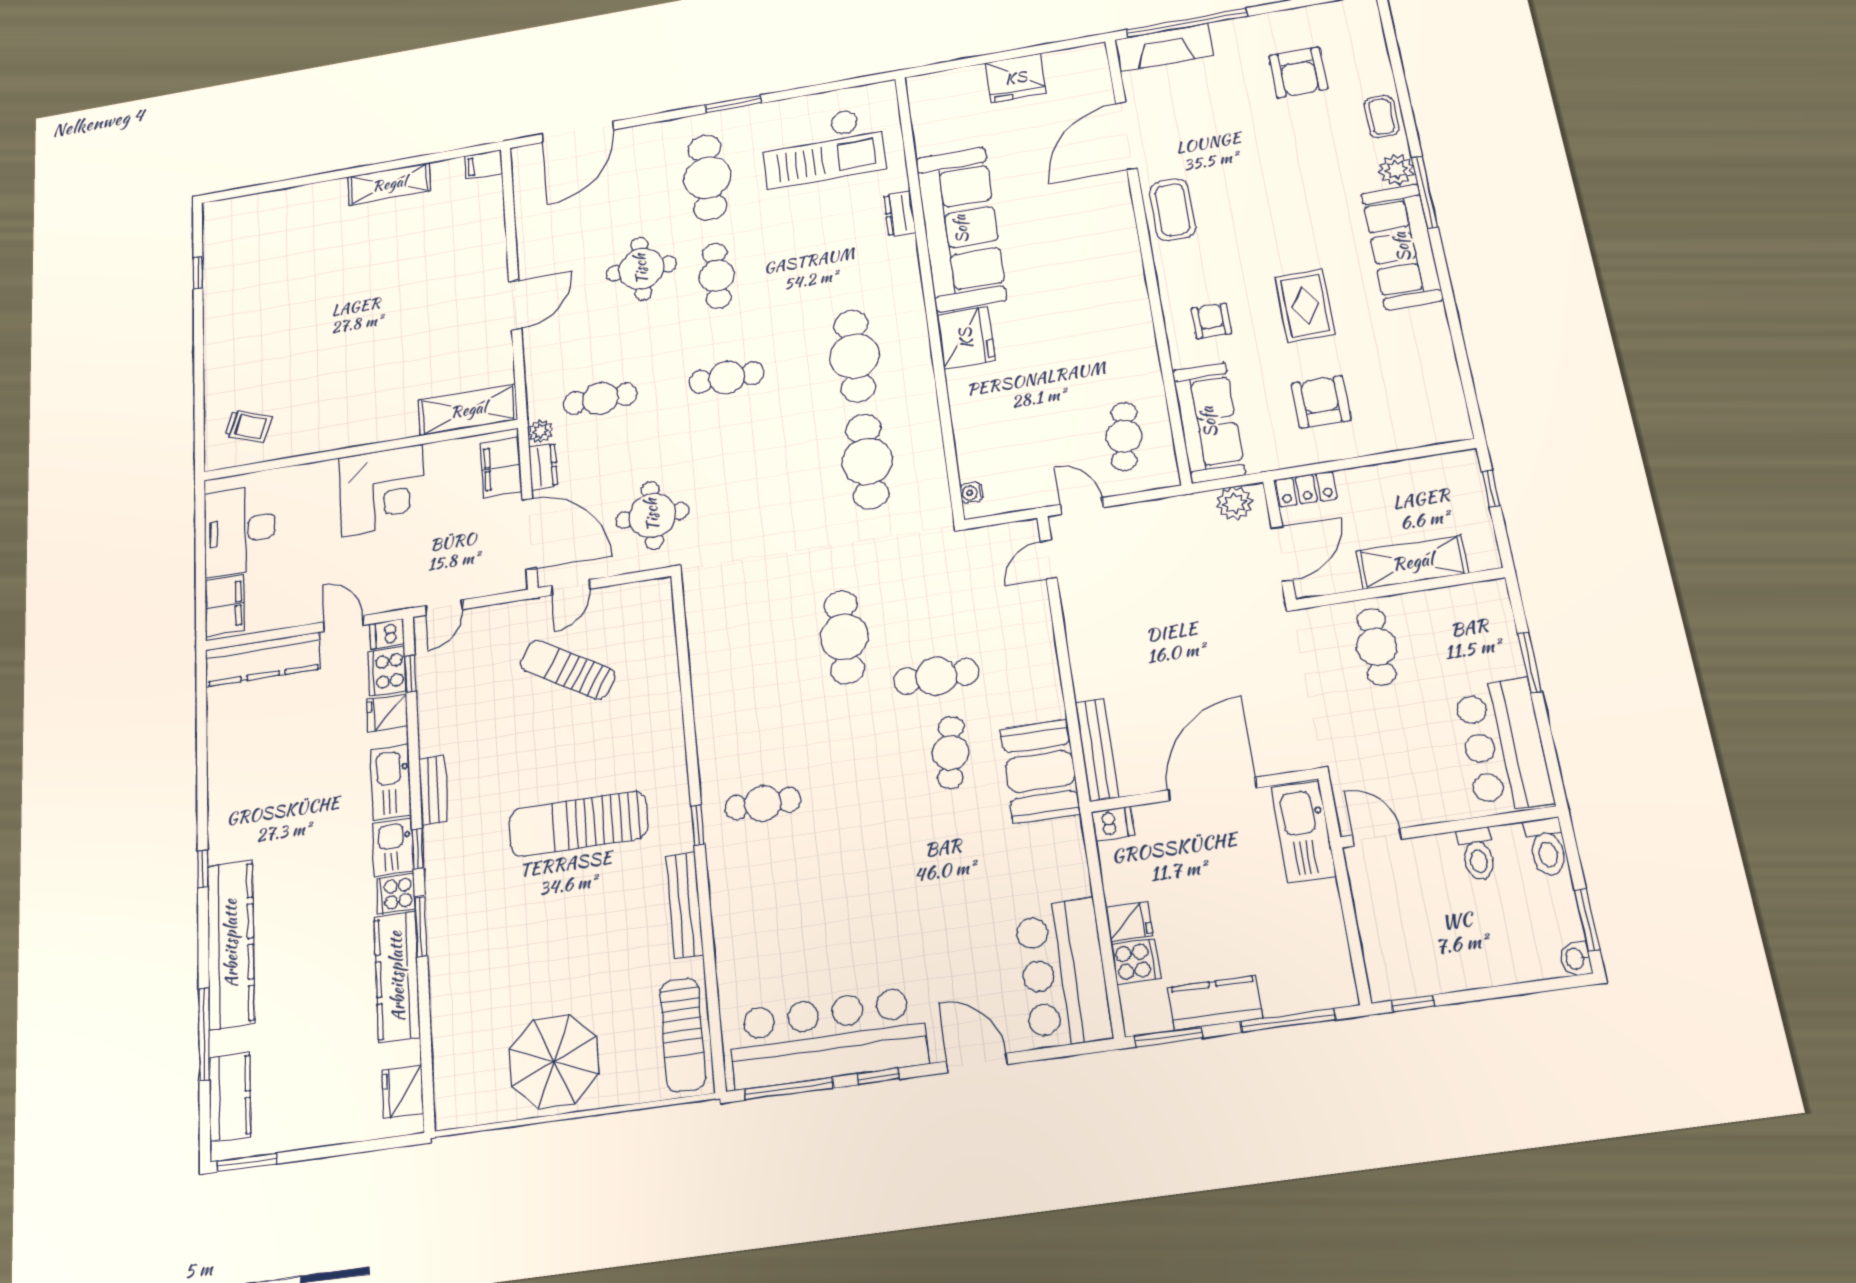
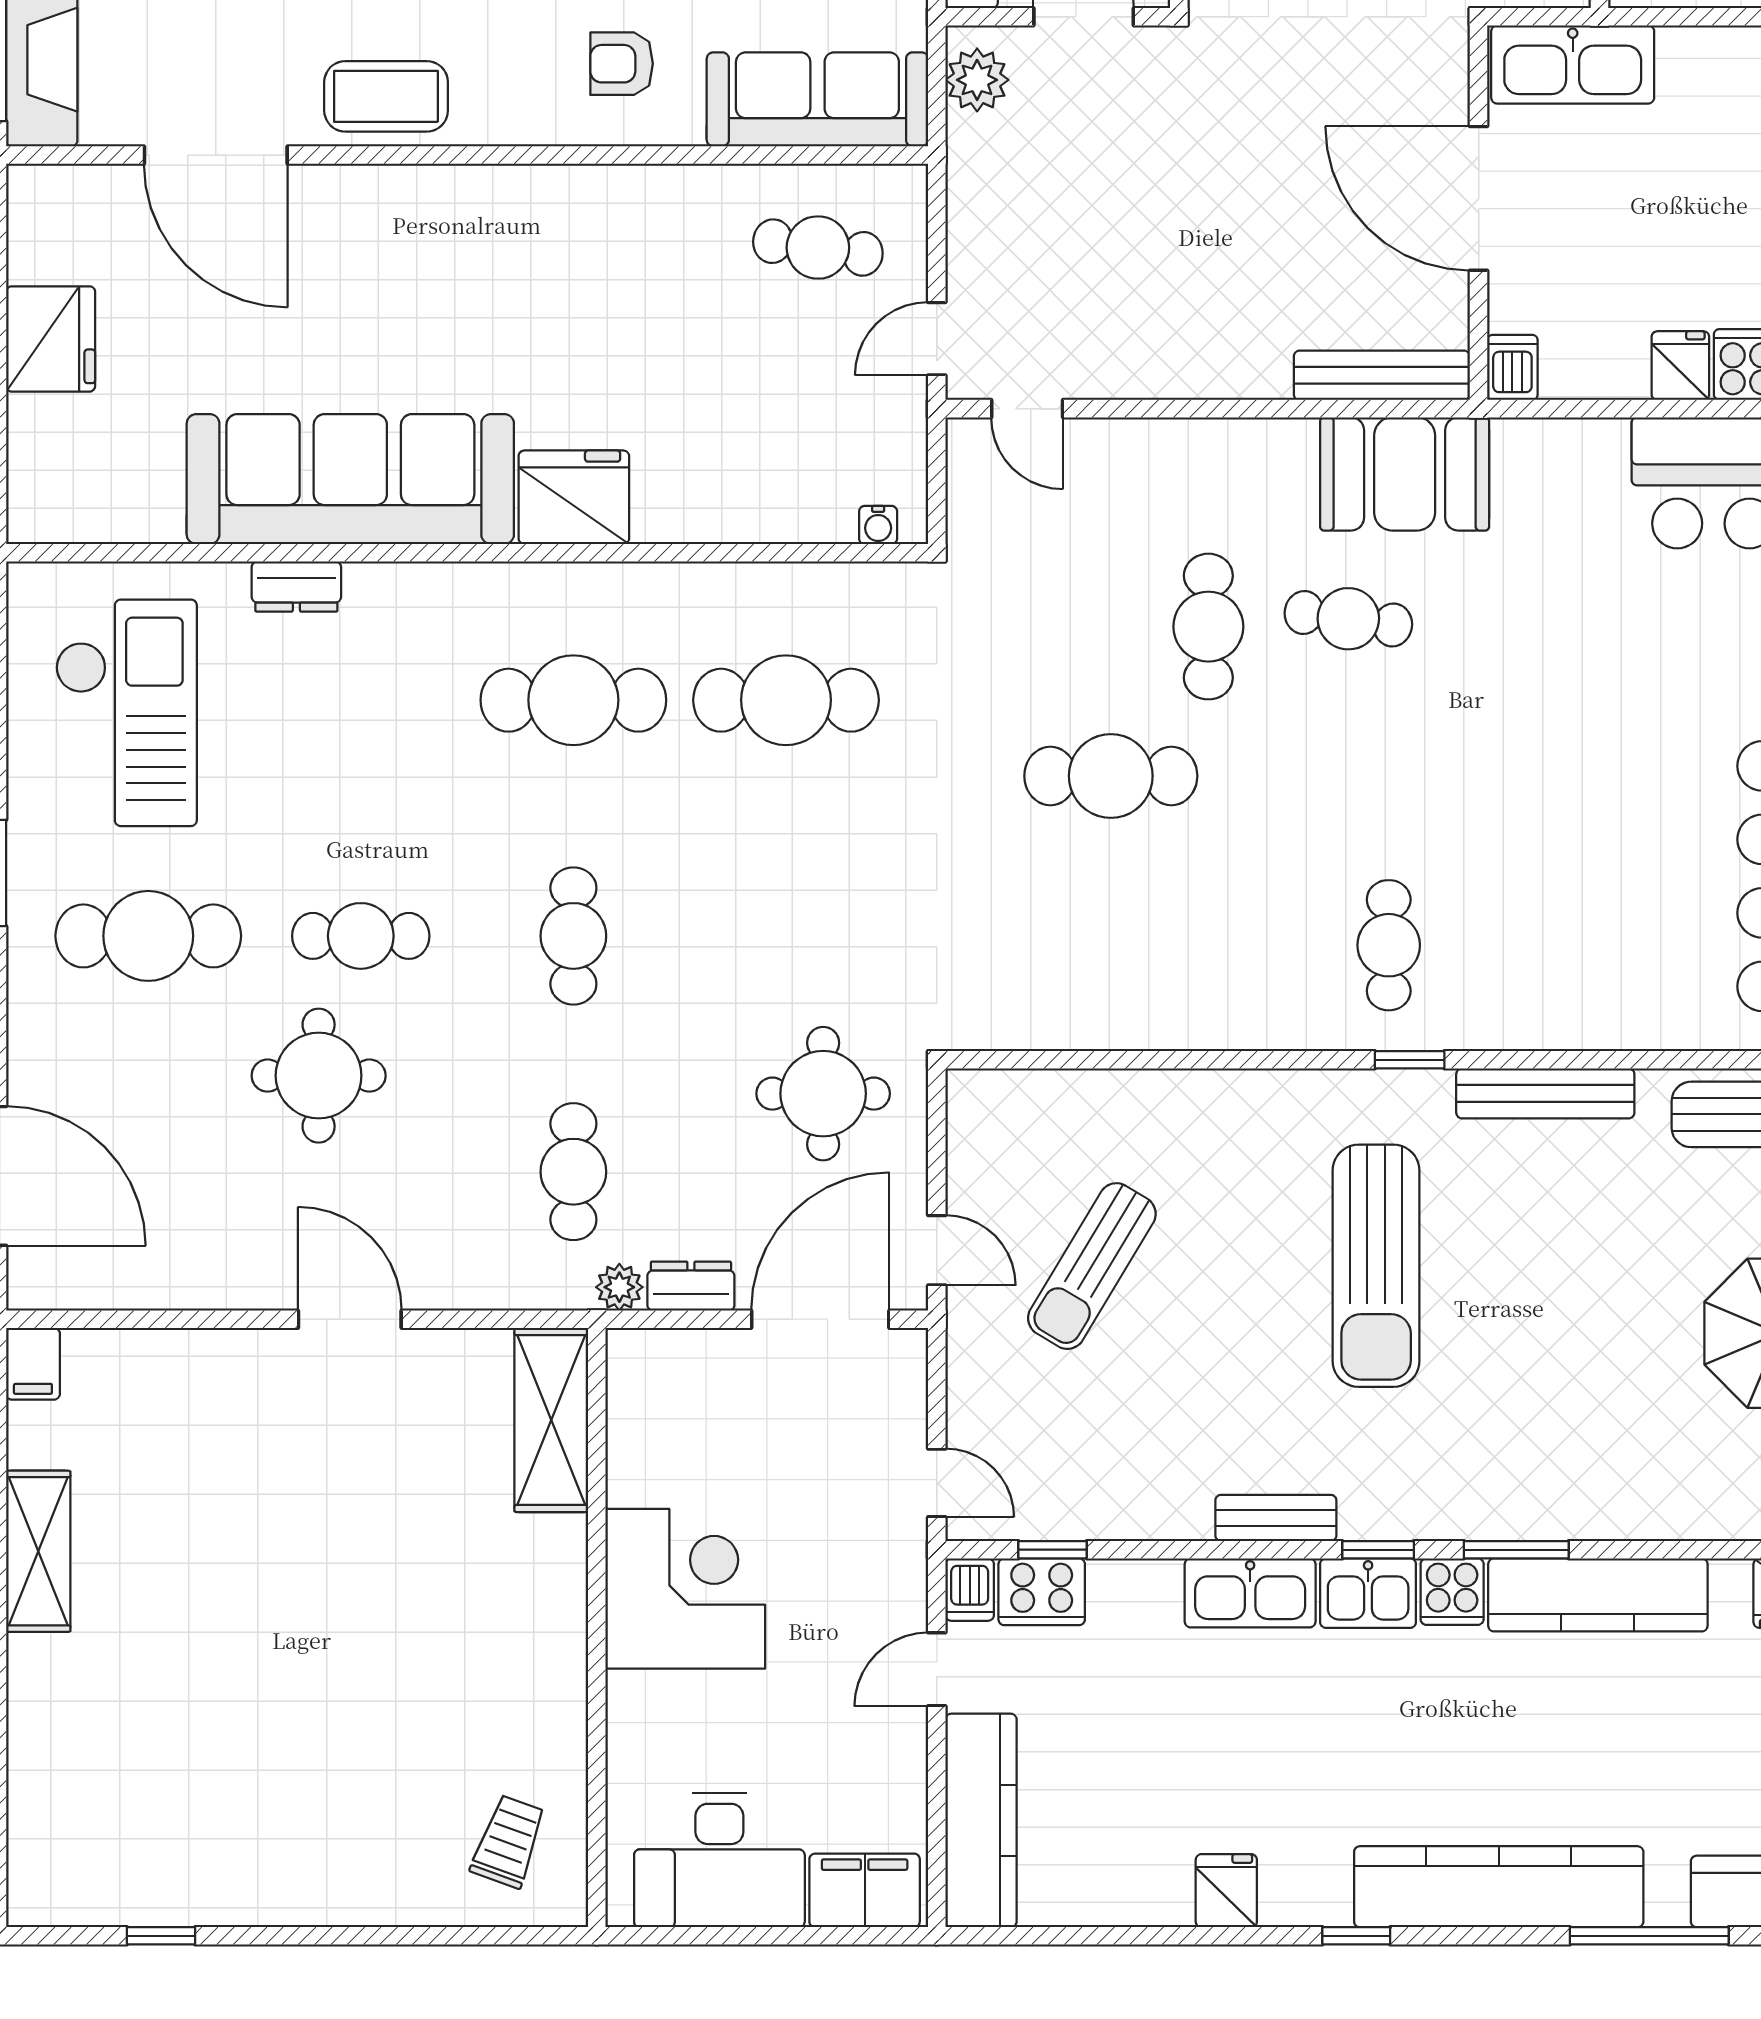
filing cabinet: (501, 467) -> (679, 1364), removed
fridge: (387, 713) -> (1226, 1891), moved, turned 180

